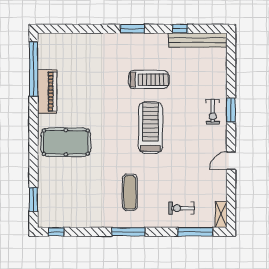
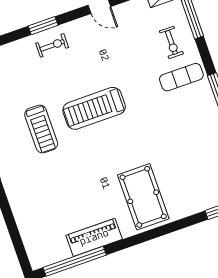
treadmill: (149, 80) -> (41, 129), turned 180
exercise mat: (130, 192) -> (181, 77), moved

